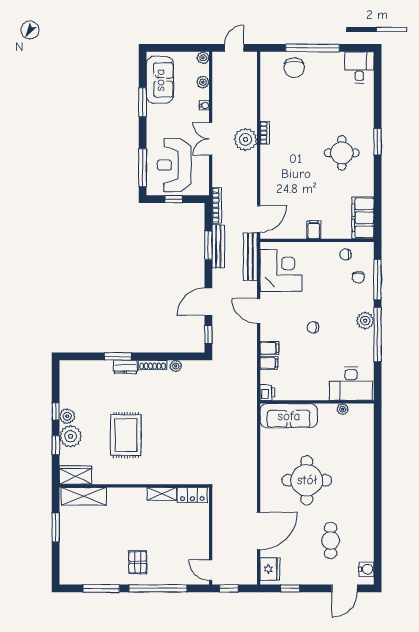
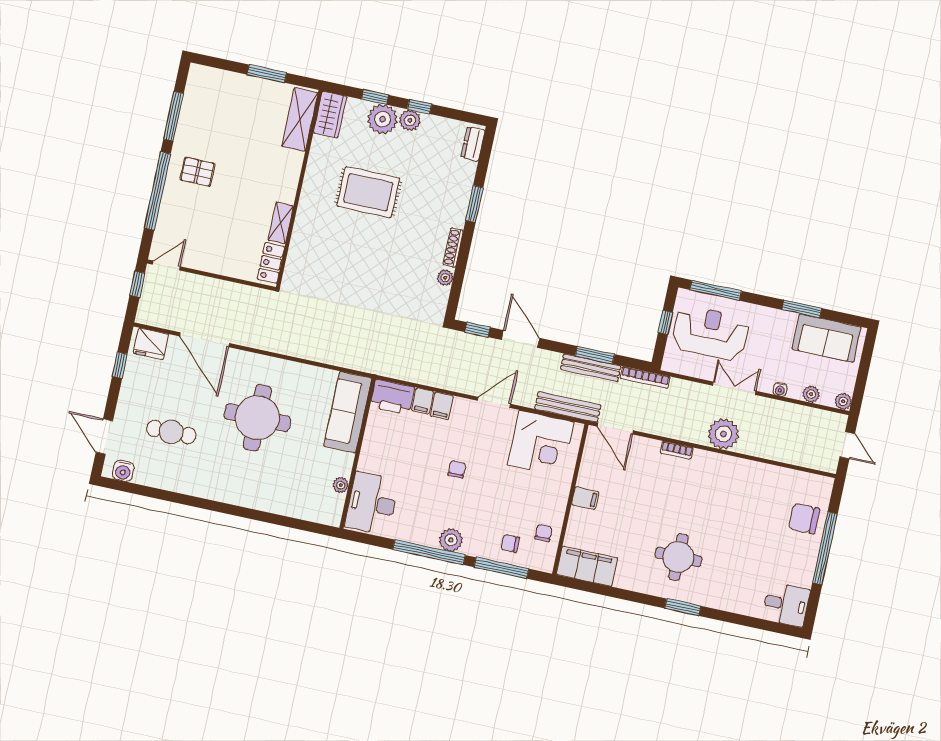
bookcase: (265, 133) -> (677, 450), moved
dresser: (125, 367) -> (473, 144), moved
printer: (267, 393) -> (392, 397), width x1.87, depth x1.48

